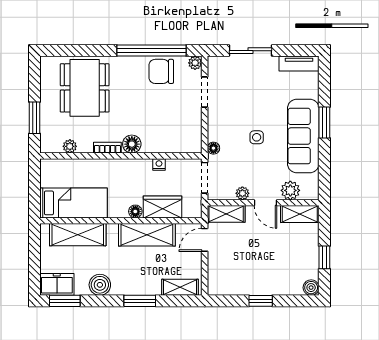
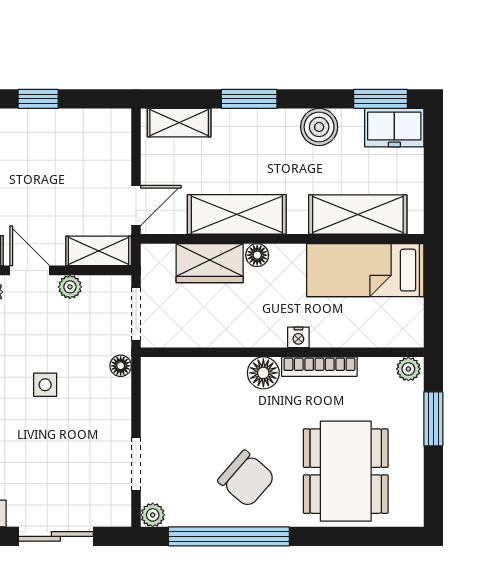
chair: (161, 71) -> (247, 479), moved, turned 41
plant: (70, 146) -> (408, 369), moved
bookcase: (107, 148) -> (319, 367), width x1.56
nightstand: (159, 164) -> (298, 337), moved

